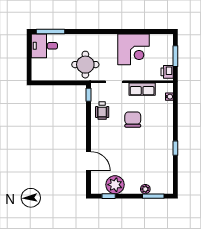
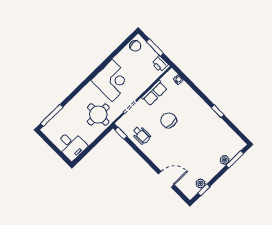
chair: (162, 41) -> (135, 46), added
desk: (44, 46) -> (71, 145), moved, turned -90
corner desk: (133, 49) -> (112, 80), moved
plant: (115, 185) -> (201, 183), width x0.53, depth x0.53

